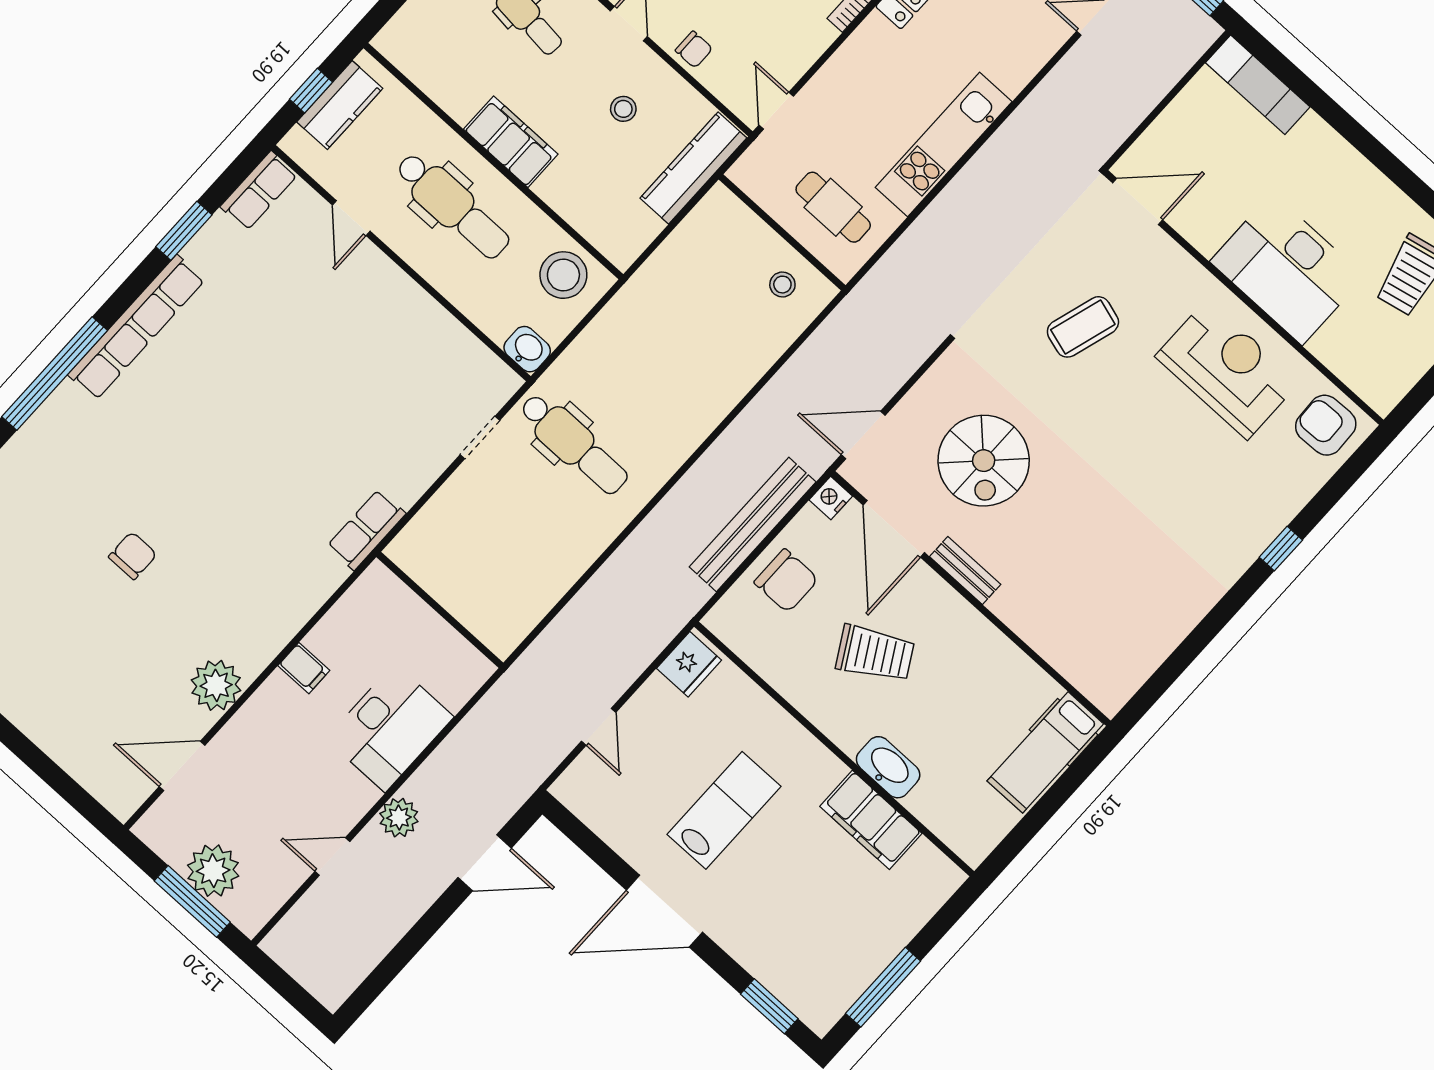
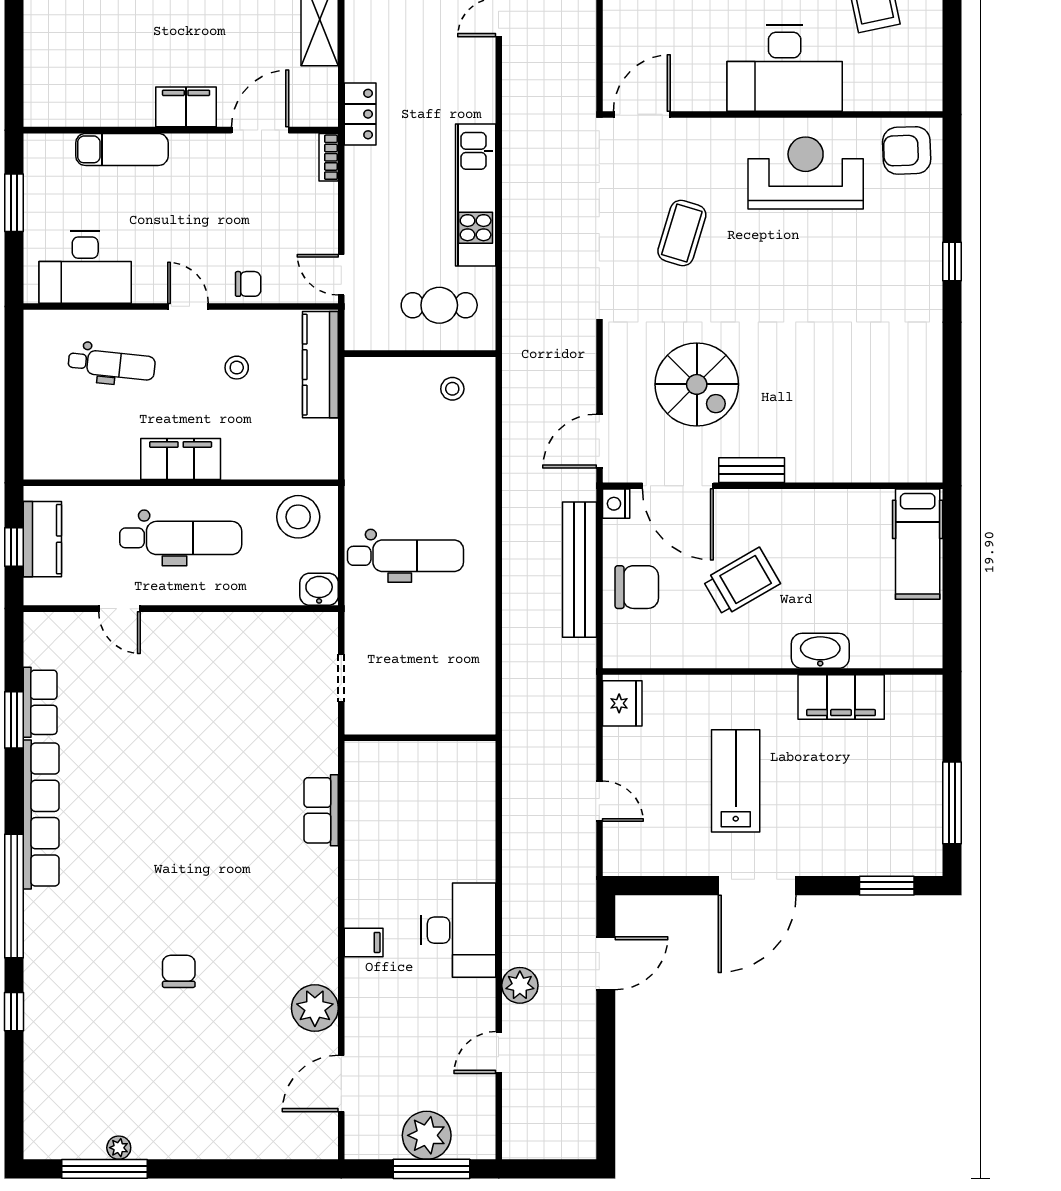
row of seats: (259, 191) -> (40, 702), moved
dental chair: (574, 444) -> (405, 556), moved
wall: (440, 610) -> (420, 738), moved

